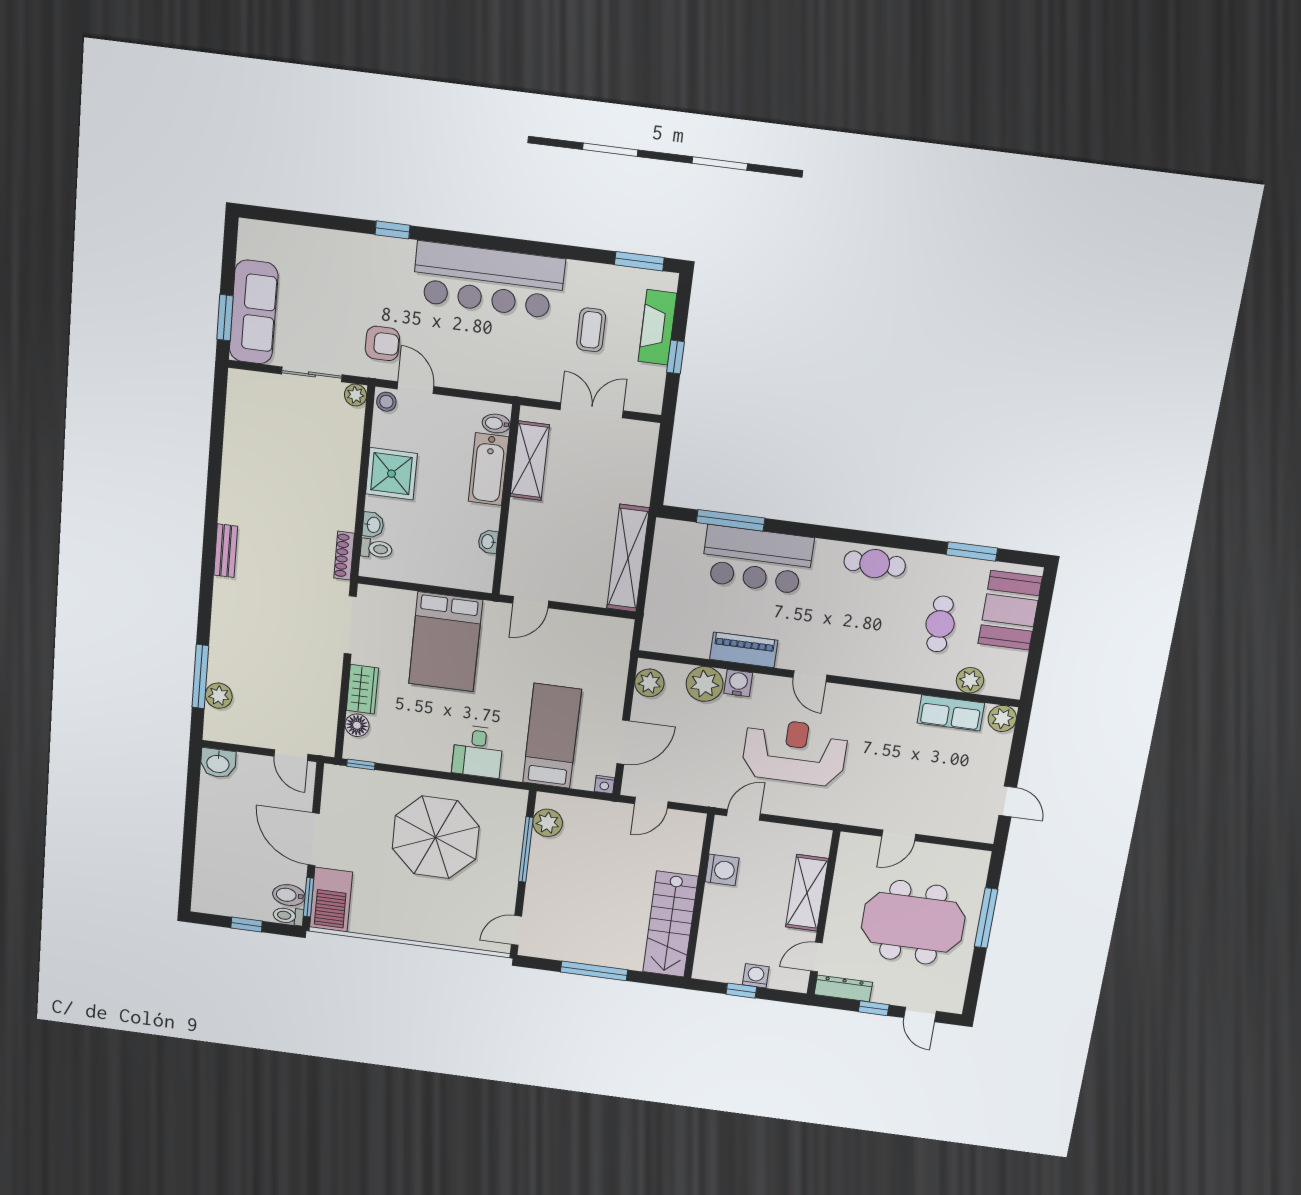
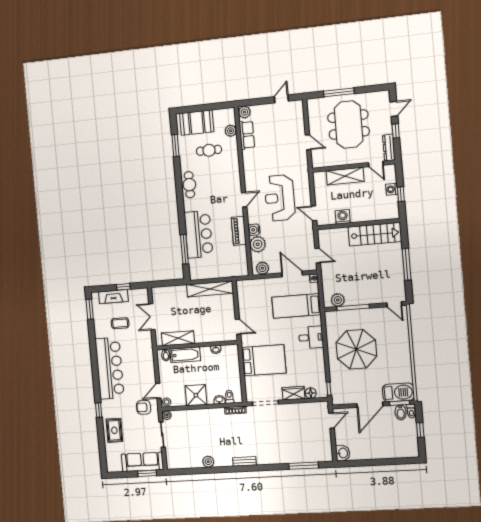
rug: (338, 259) -> (114, 430), added
armchair: (382, 343) -> (144, 407), turned -90
plant: (219, 696) -> (208, 462), moved

